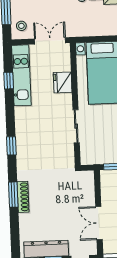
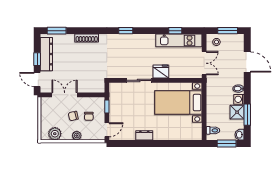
fridge: (63, 82) -> (161, 72), moved
window: (13, 195) -> (57, 31), moved

